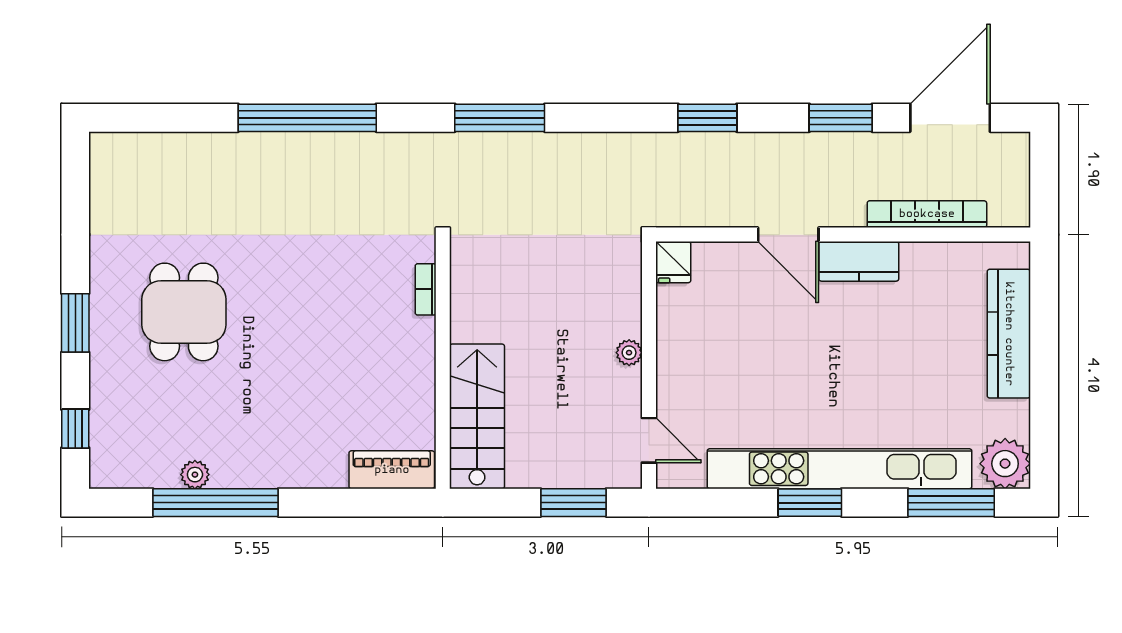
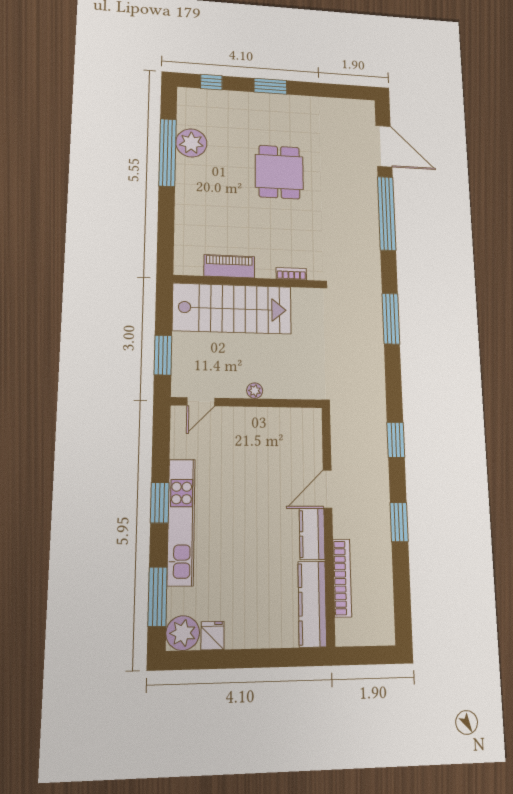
door: (950, 118) -> (384, 146), moved
fridge: (673, 262) -> (213, 636), moved, turned 90
dining table: (184, 312) -> (279, 172), moved, turned 90
kitchen counter: (1009, 334) -> (312, 604), moved, turned -90
stairs: (477, 416) -> (232, 309), width x1.36, depth x1.51
kitchen unit: (840, 469) -> (181, 522), width x0.73
piano: (392, 470) -> (229, 266), moved, turned -90
plant: (195, 475) -> (191, 143), width x1.88, depth x1.88

